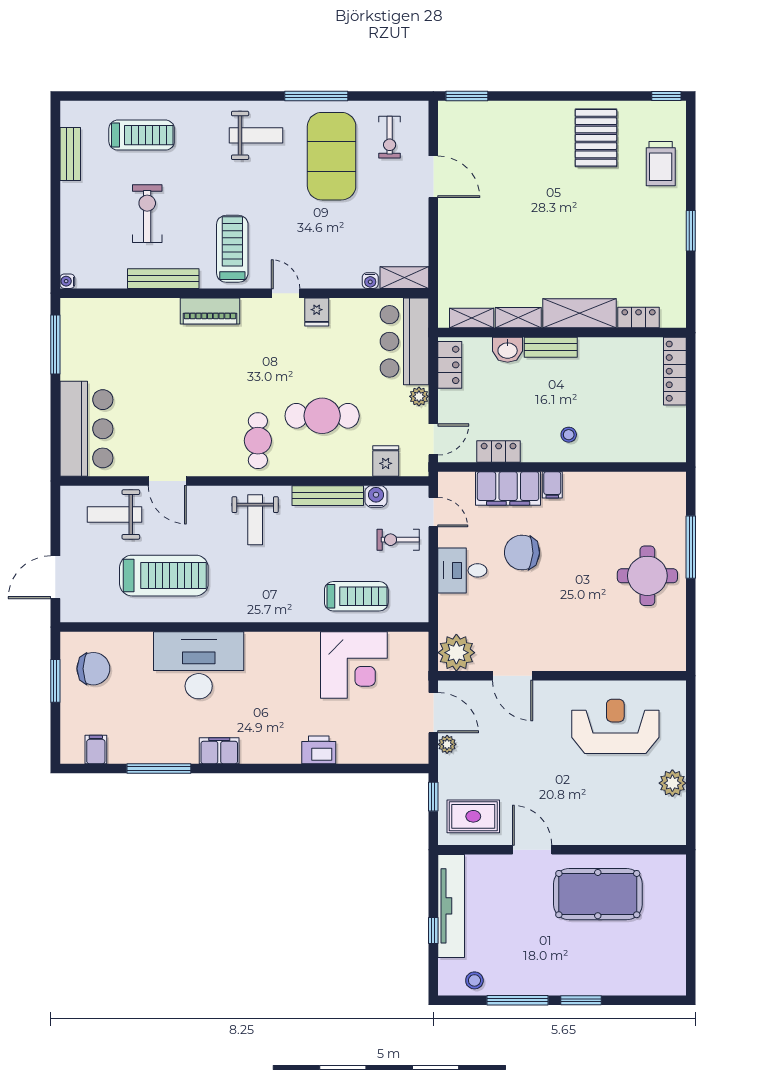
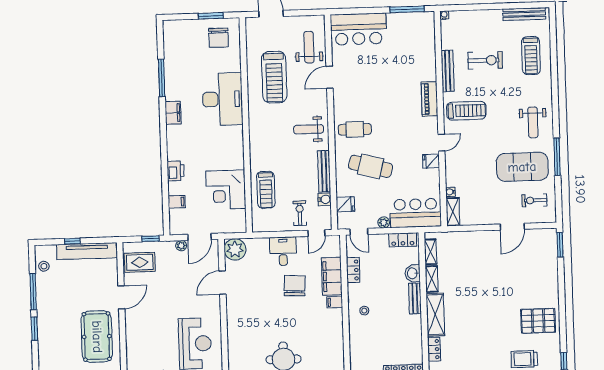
bench: (70, 154) -> (524, 14), width x1.36
cafe table: (322, 416) -> (371, 166), turned -75
filing cabinet: (96, 750) -> (177, 202), moved
rug: (473, 816) -> (140, 262), turned 90

